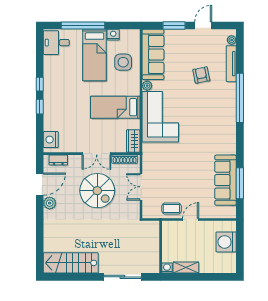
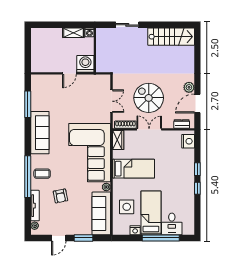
desk: (56, 43) -> (172, 224), moved, turned 90
corner sofa: (160, 117) -> (90, 153), width x1.36, depth x1.36
sofa: (226, 180) -> (40, 133), moved
coffee table: (171, 209) -> (42, 174), moved
washing machine: (226, 242) -> (85, 64), moved, turned -90
sliding door: (122, 277) -> (127, 25), width x0.73

